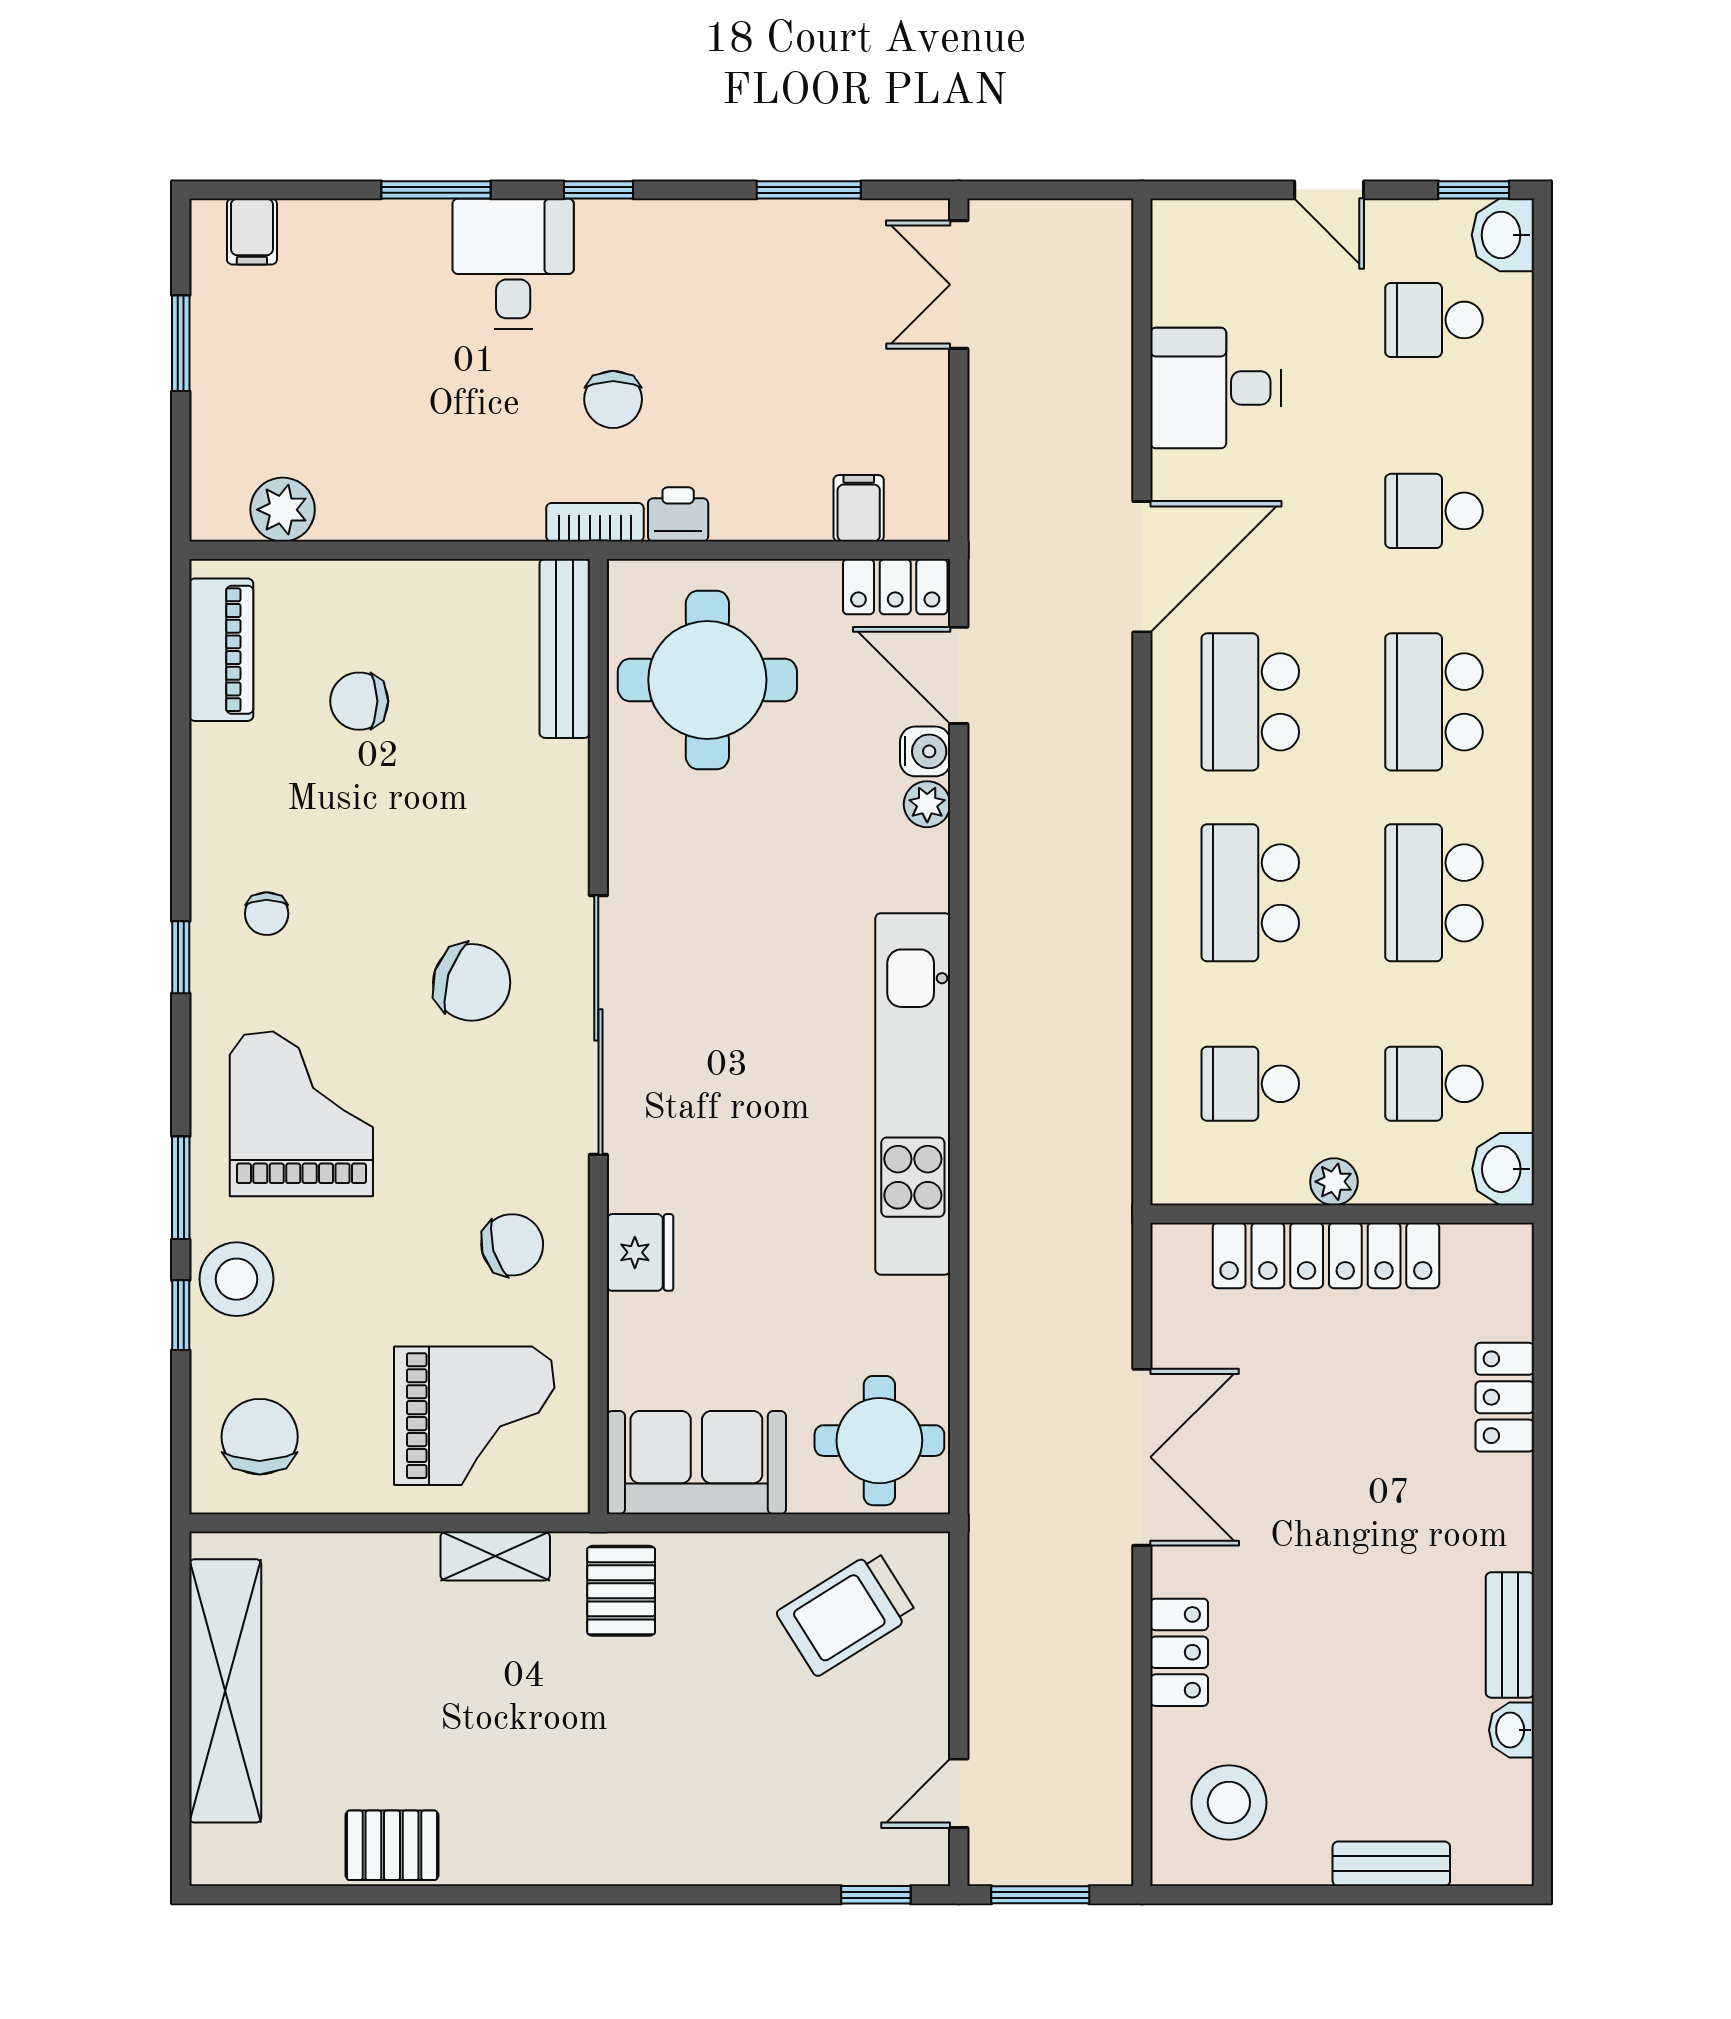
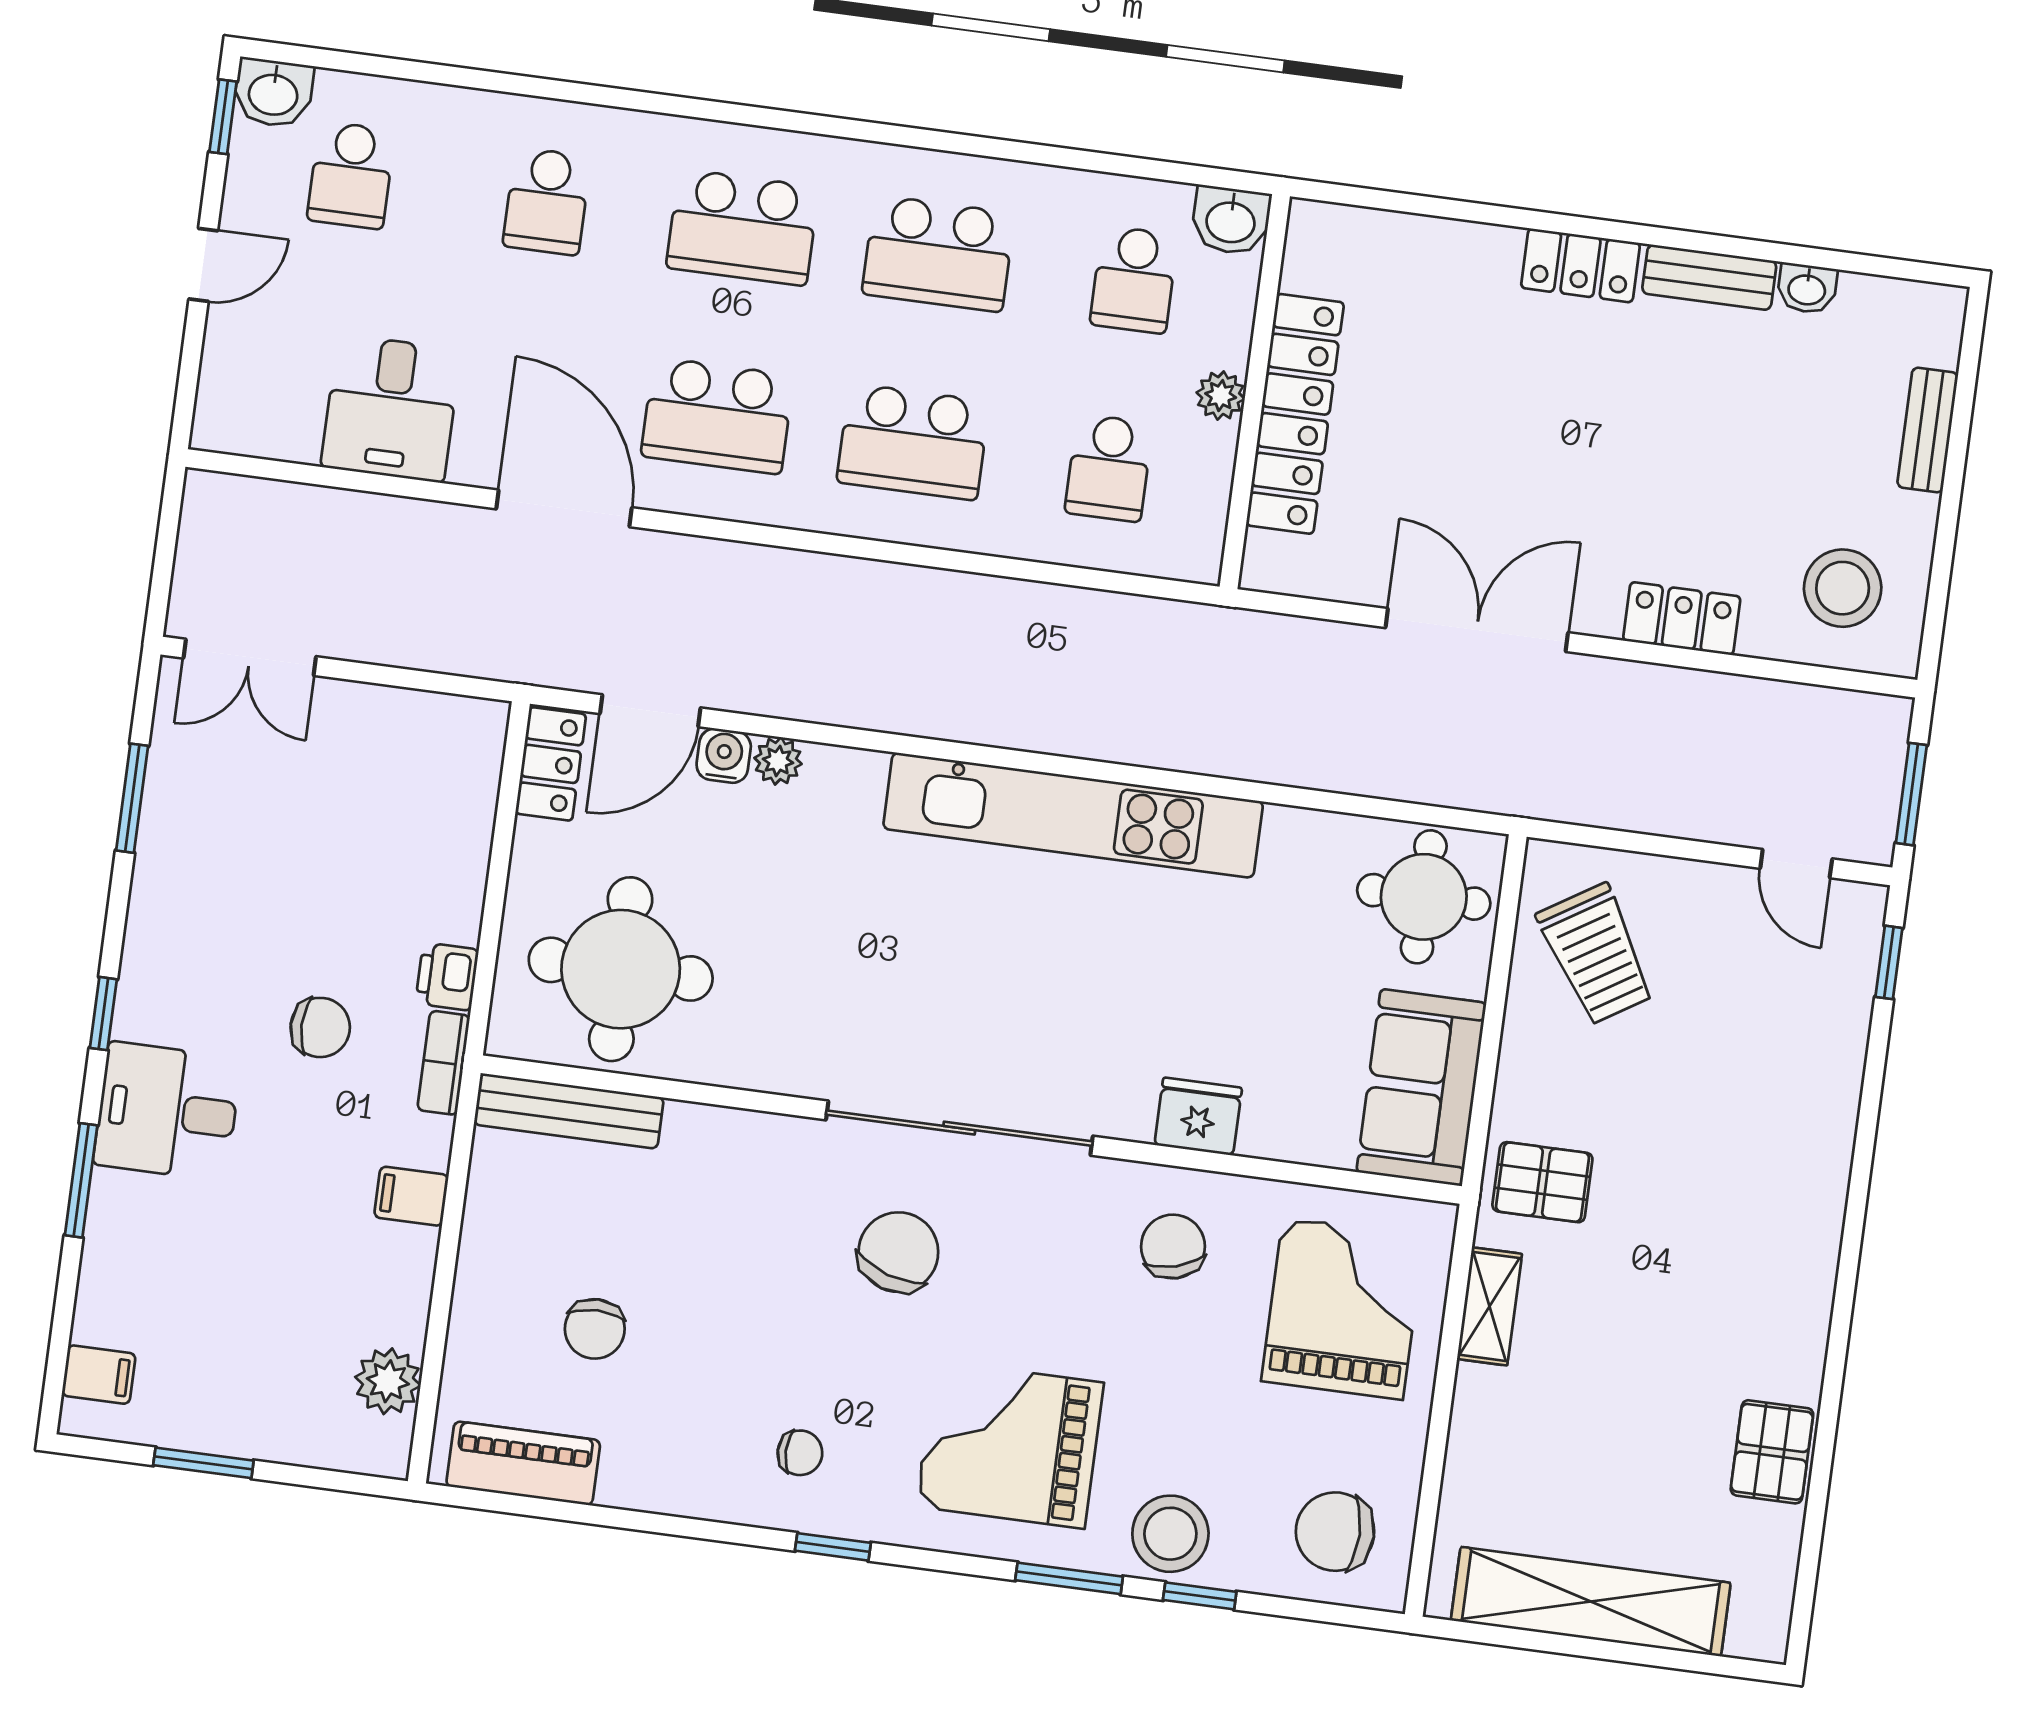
filing cabinet: (859, 508) -> (411, 1196), moved
locker: (1505, 1397) -> (1580, 265), moved

